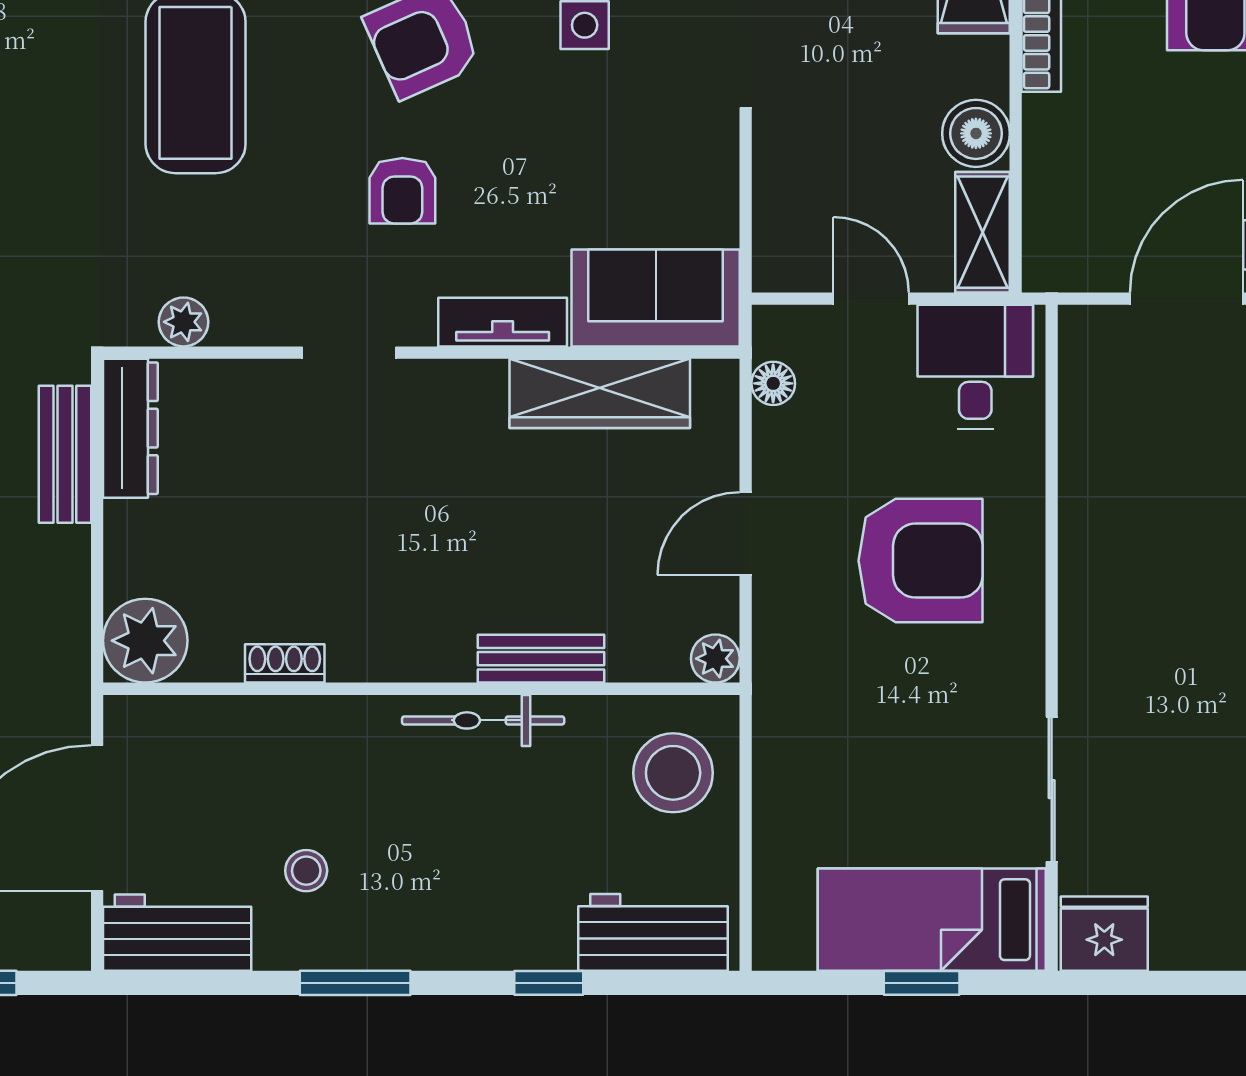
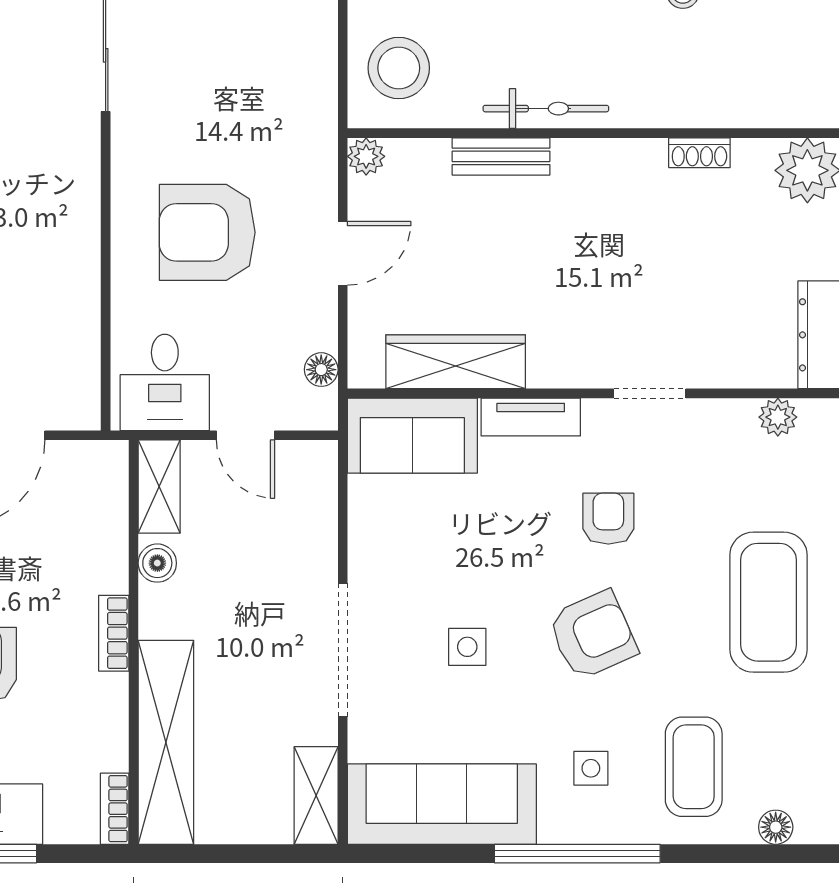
boiler: (976, 133) -> (157, 563), width x0.73, depth x0.73

